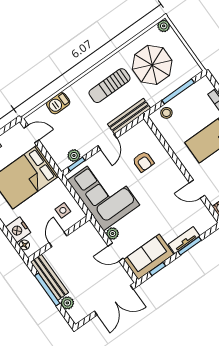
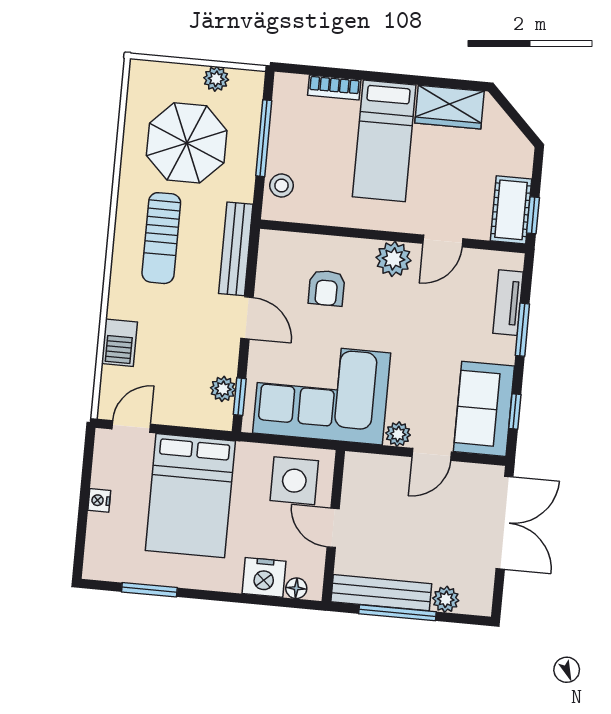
plant: (164, 26) -> (216, 79), moved
armchair: (143, 162) -> (327, 288), turned 90
plant: (175, 177) -> (393, 259), added
side table: (63, 210) -> (294, 481), width x1.87, depth x1.87
tv unit: (184, 240) -> (508, 303), moved

